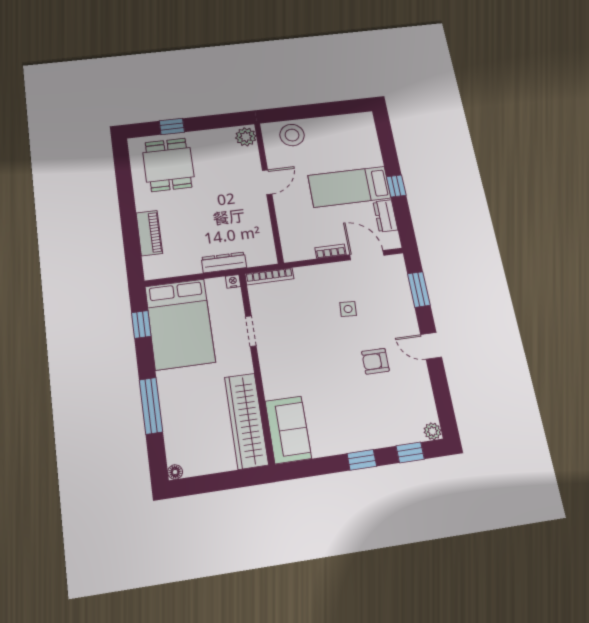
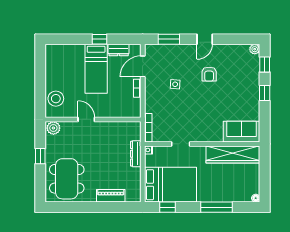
window: (172, 126) -> (40, 156), moved
dining table: (168, 165) -> (67, 179), width x1.38

